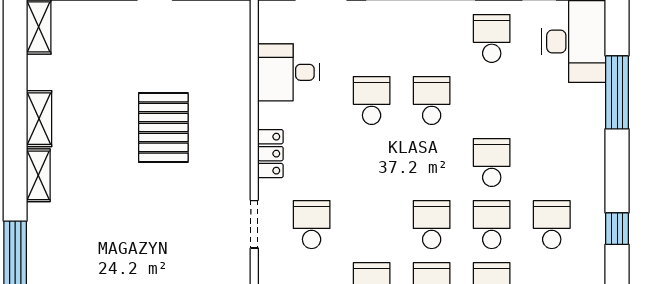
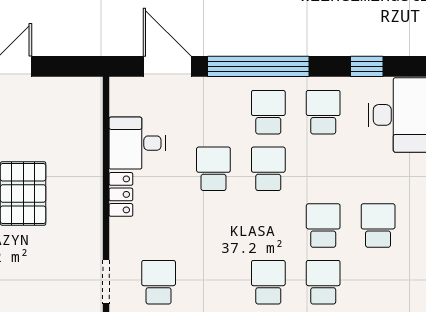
school desk: (432, 38) -> (268, 112), added
locker: (270, 154) -> (121, 194), moved
school desk: (552, 225) -> (378, 226), moved

